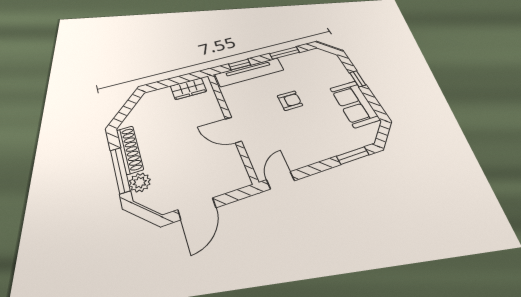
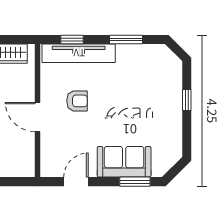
armchair: (290, 101) -> (77, 101), moved
sofa: (355, 104) -> (124, 162), moved, turned 90
door: (281, 180) -> (76, 182), moved

